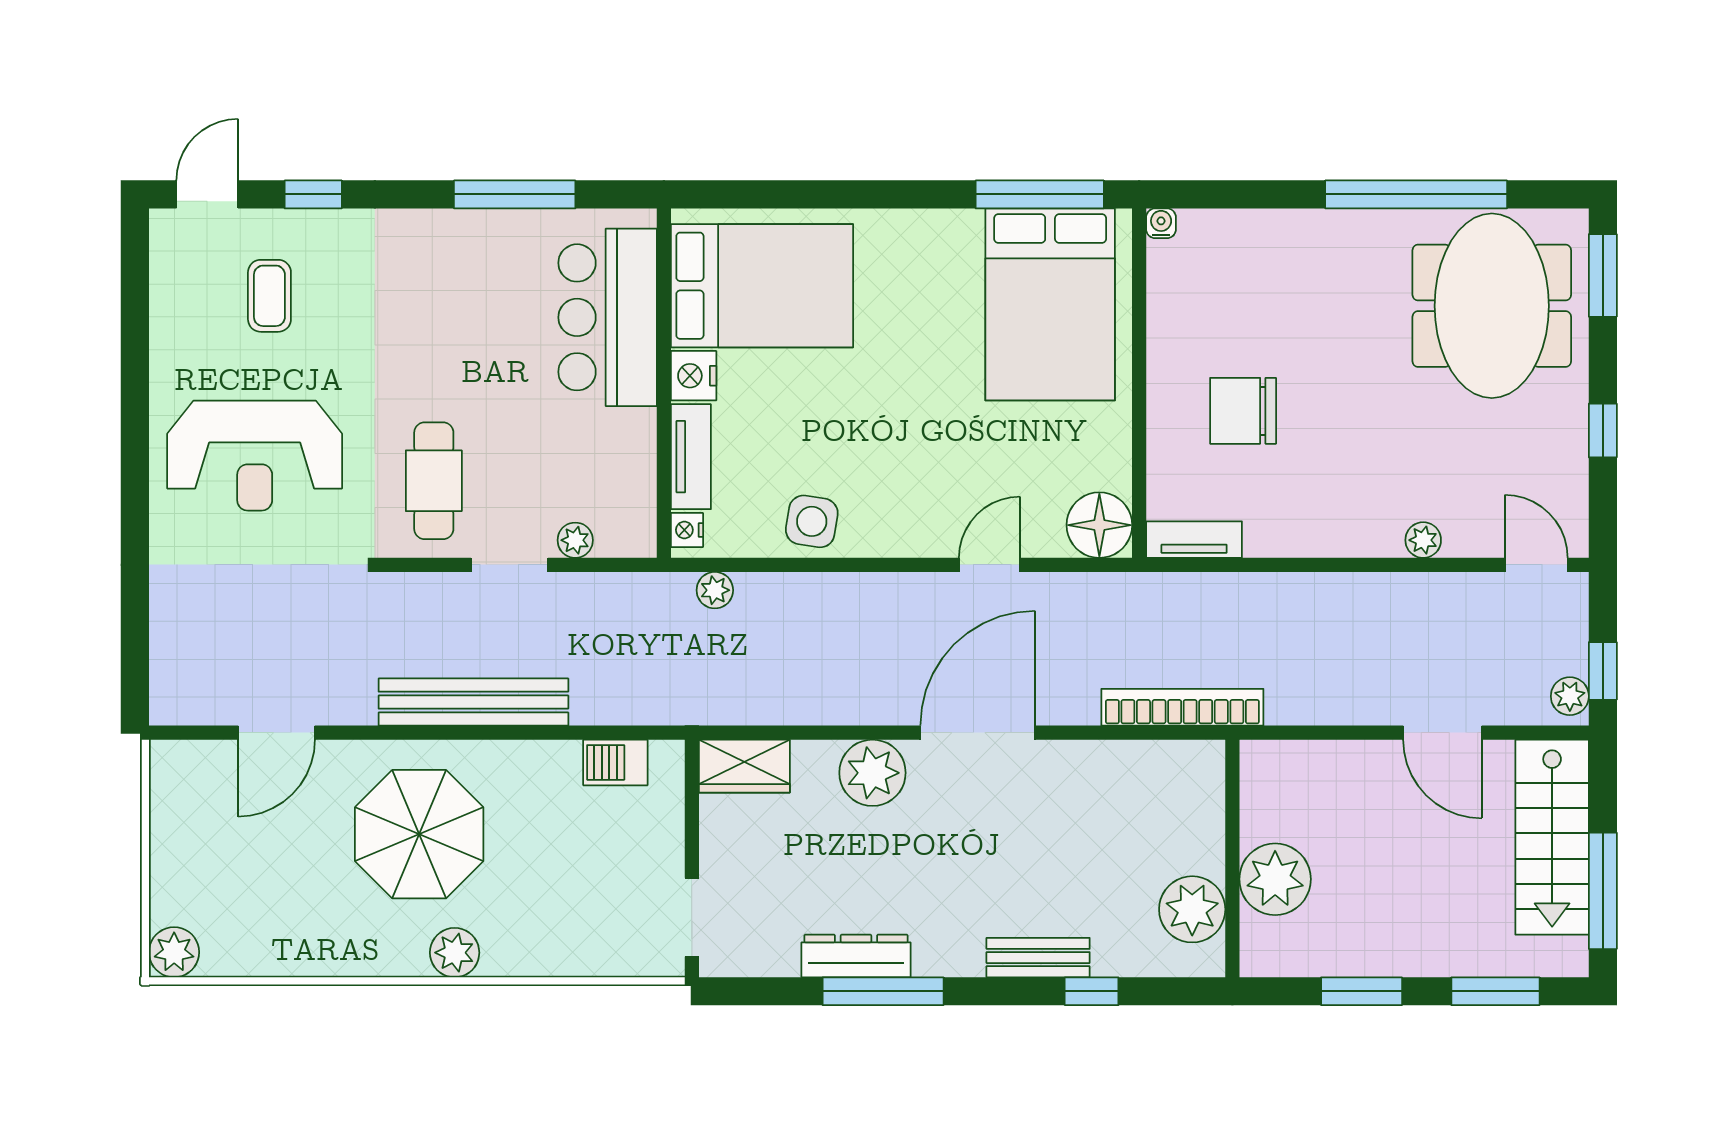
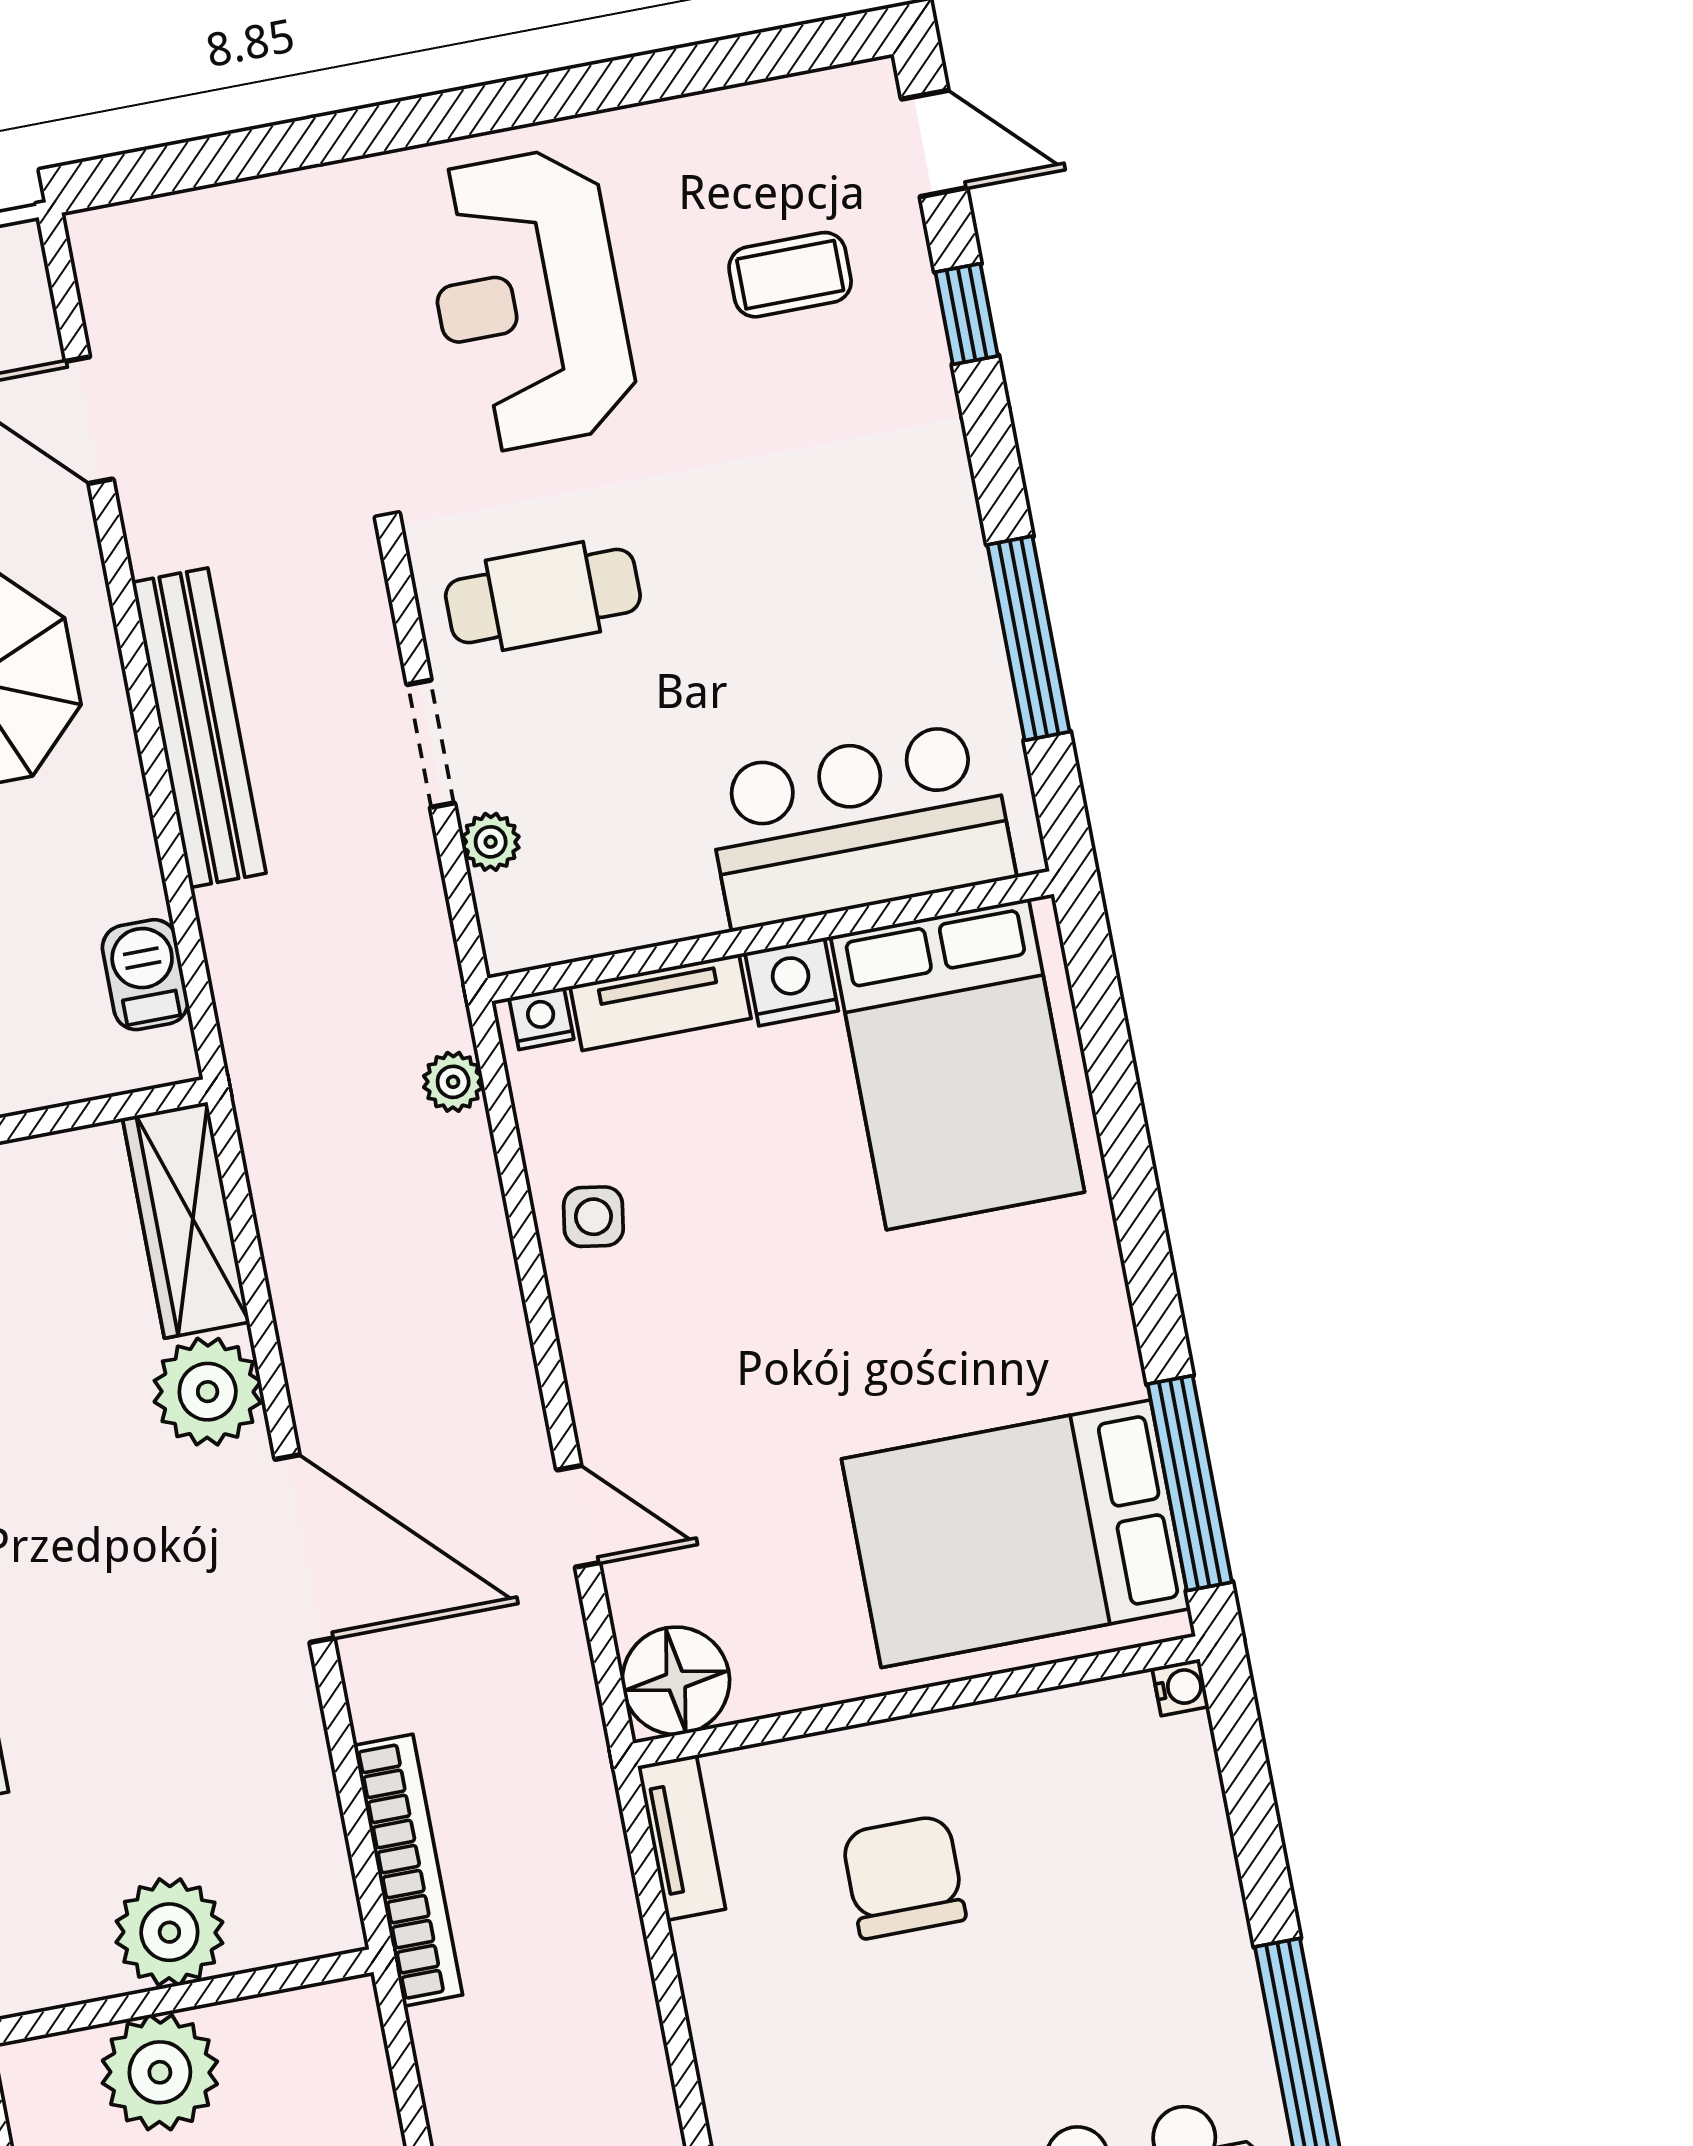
side table: (812, 521) -> (593, 1217), width x0.73, depth x0.73
wardrobe: (744, 766) -> (186, 1220), width x1.50
plant: (1192, 909) -> (169, 1932), moved

